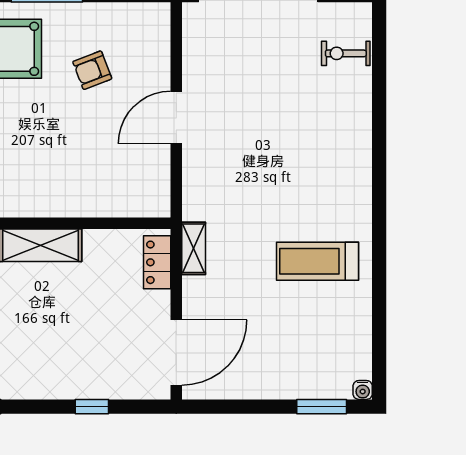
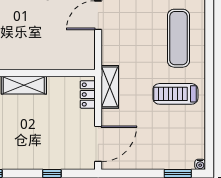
exercise mat: (323, 159) -> (178, 38), added
shelving: (194, 248) -> (110, 87), width x1.50, depth x1.33

